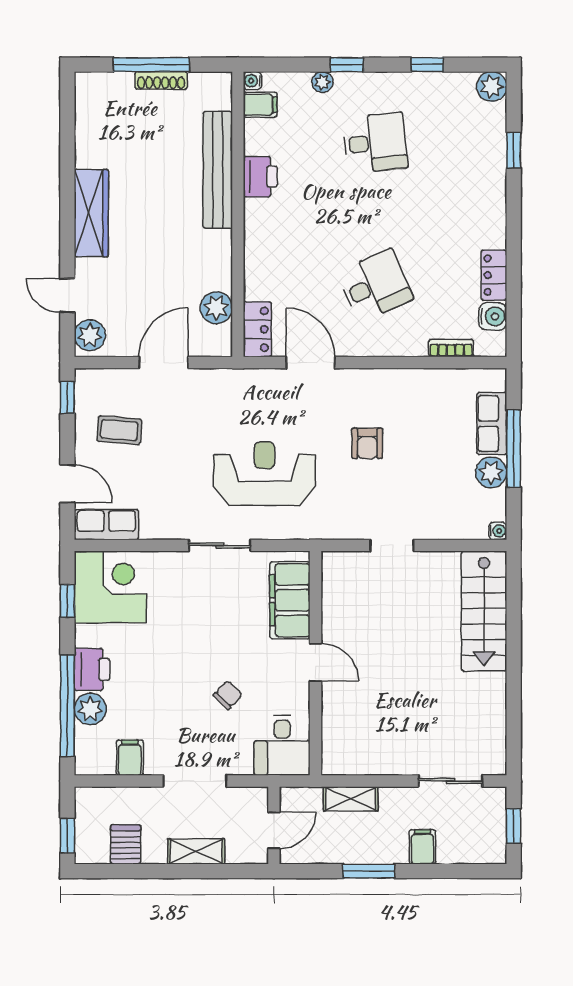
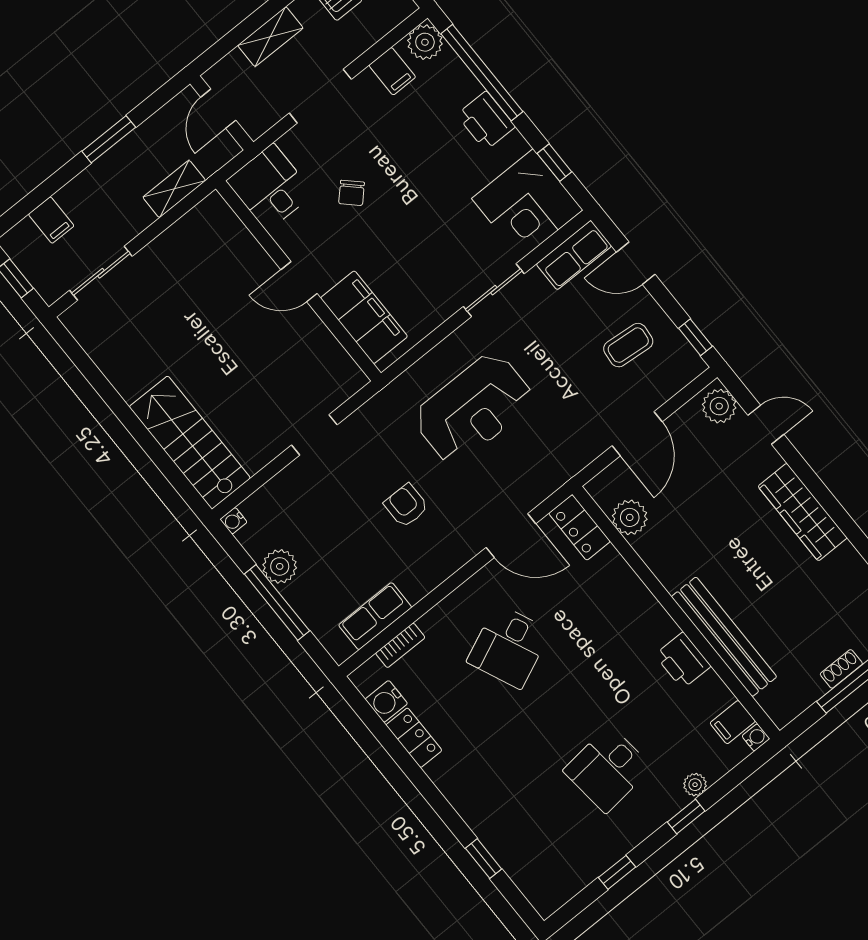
shoe rack: (161, 80) -> (841, 669), width x0.70
plant: (492, 87) -> (547, 898), removed
row of seats: (492, 424) -> (375, 616), moved, turned -90
sliding door: (220, 545) -> (494, 290), moved
plant: (90, 709) -> (425, 42), moved
filing cabinet: (422, 847) -> (51, 220), moved

